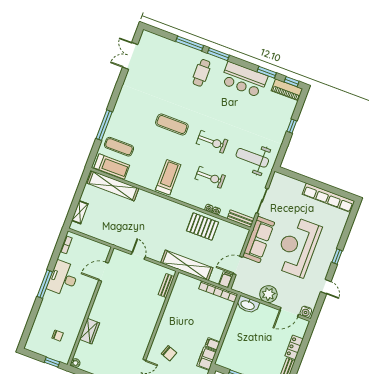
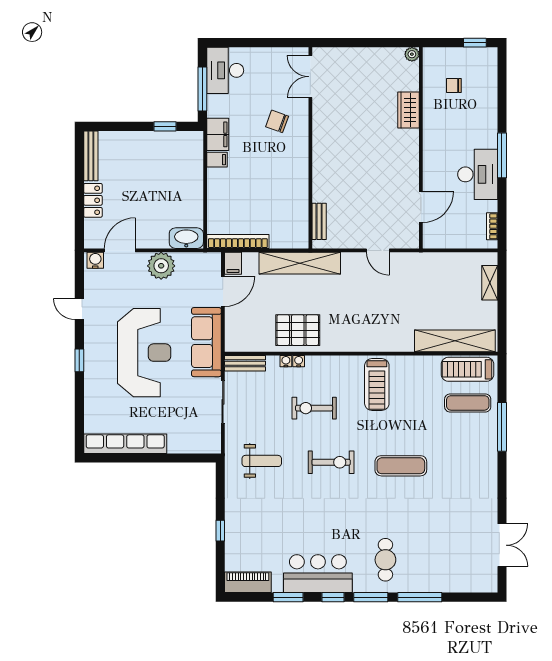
window: (292, 82) -> (333, 597), moved
exercise bike: (212, 142) -> (331, 462), turned 180
weight bench: (252, 158) -> (262, 461), width x0.73, depth x0.75
window: (52, 362) -> (475, 43), moved

